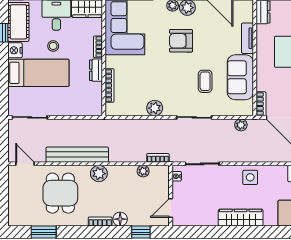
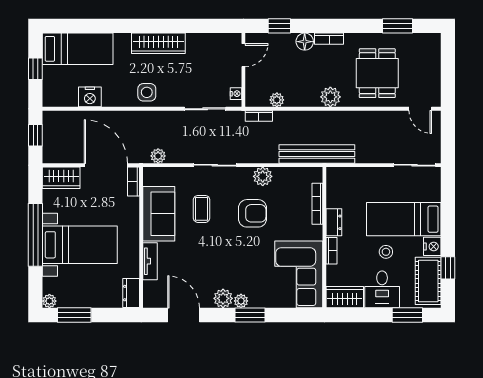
armchair: (181, 41) -> (252, 213), moved
bench: (77, 155) -> (317, 154), moved

